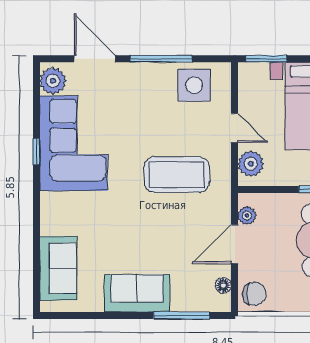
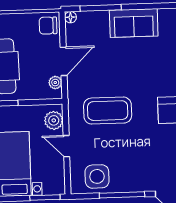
floor lamp: (223, 285) -> (70, 17), moved

